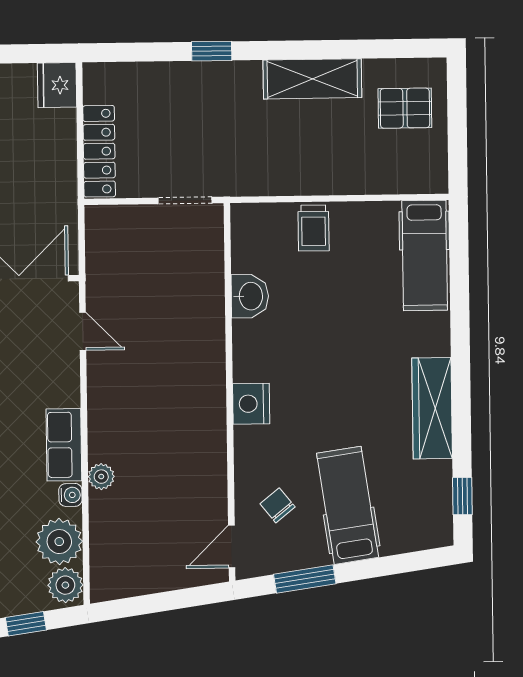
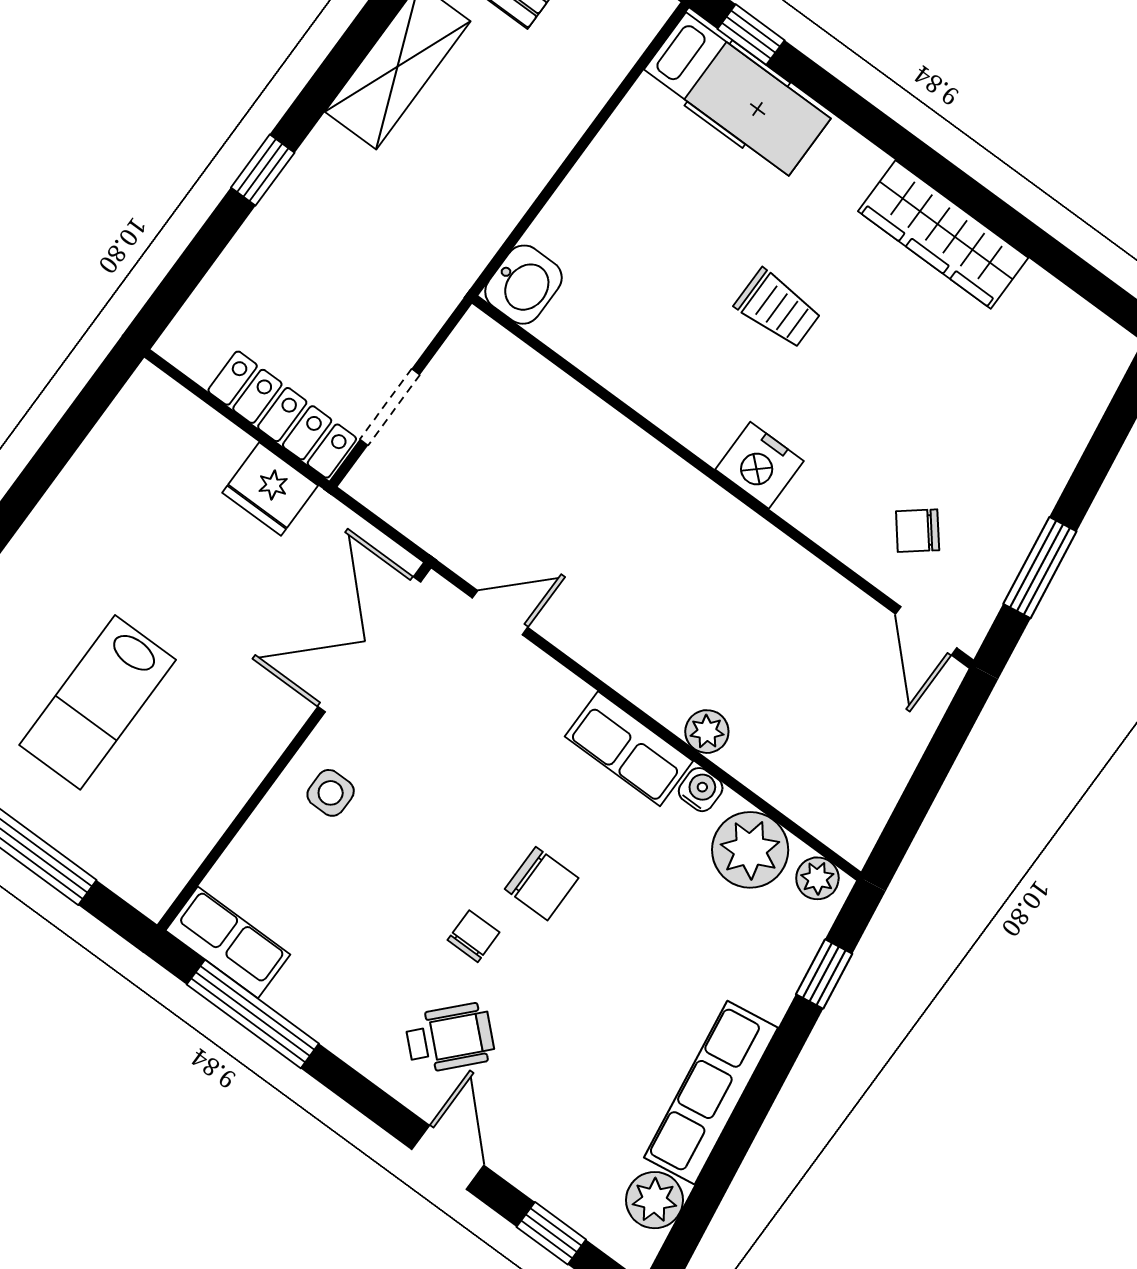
fridge: (57, 85) -> (270, 489), moved
doorway: (185, 200) -> (390, 407), moved
trolley: (313, 228) -> (778, 309), moved
washbasin: (250, 296) -> (523, 285), moved, turned 90
window: (462, 496) -> (751, 35), moved
hospital bed: (348, 505) -> (986, 440), removed
plant: (65, 585) -> (817, 878), width x0.73, depth x0.73

